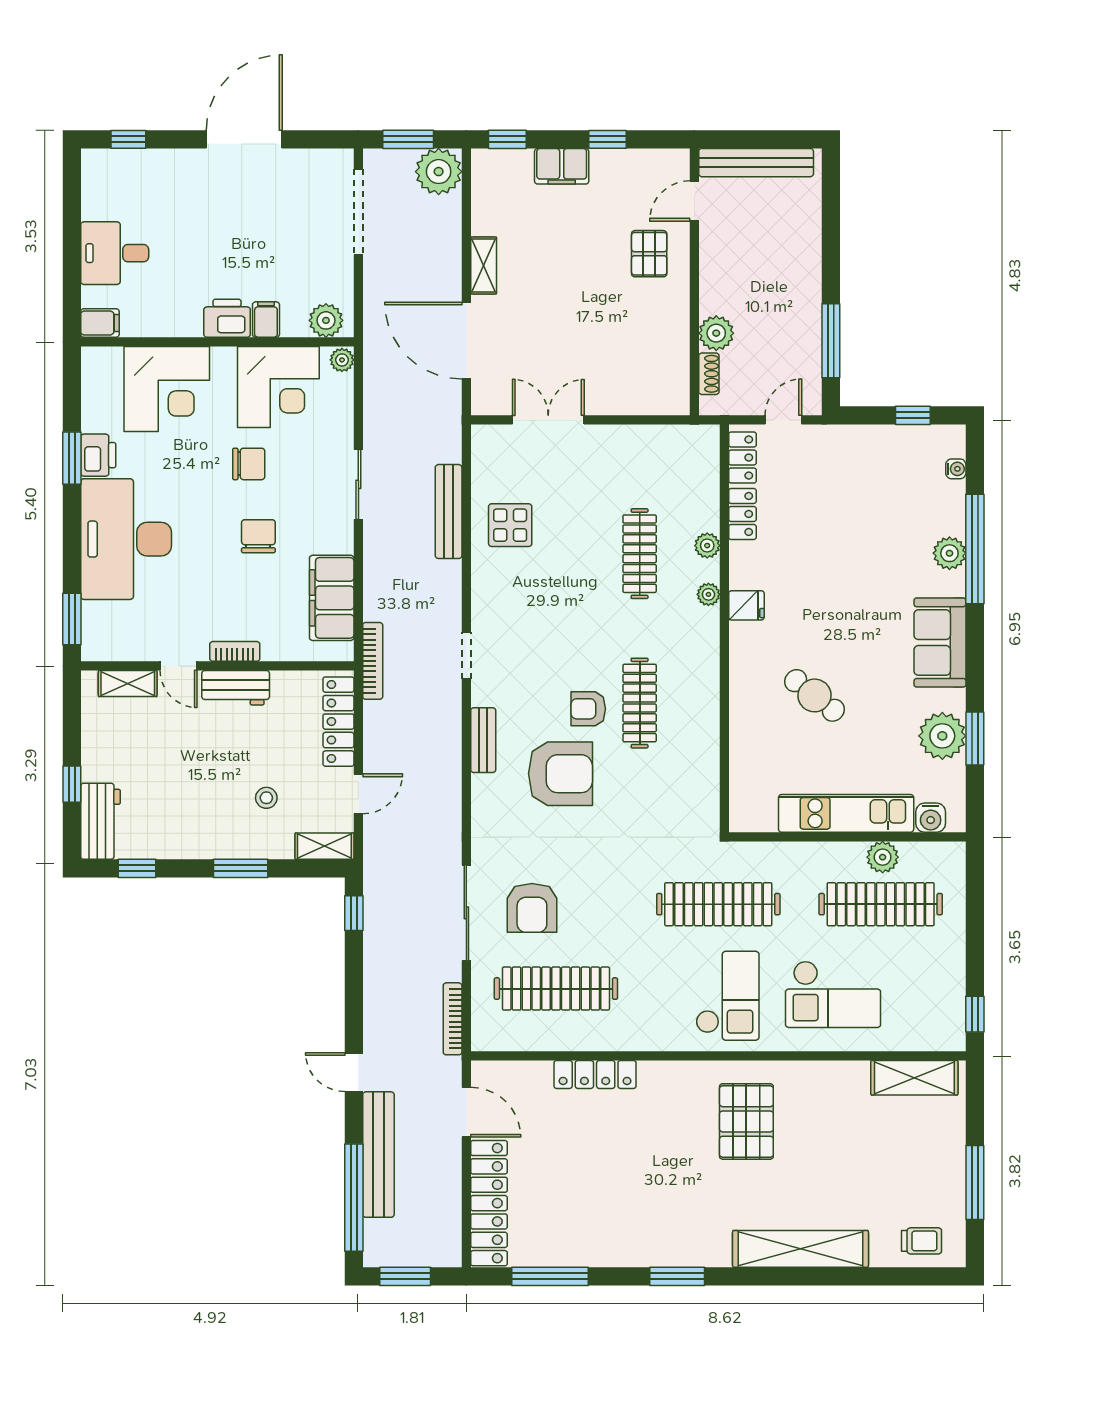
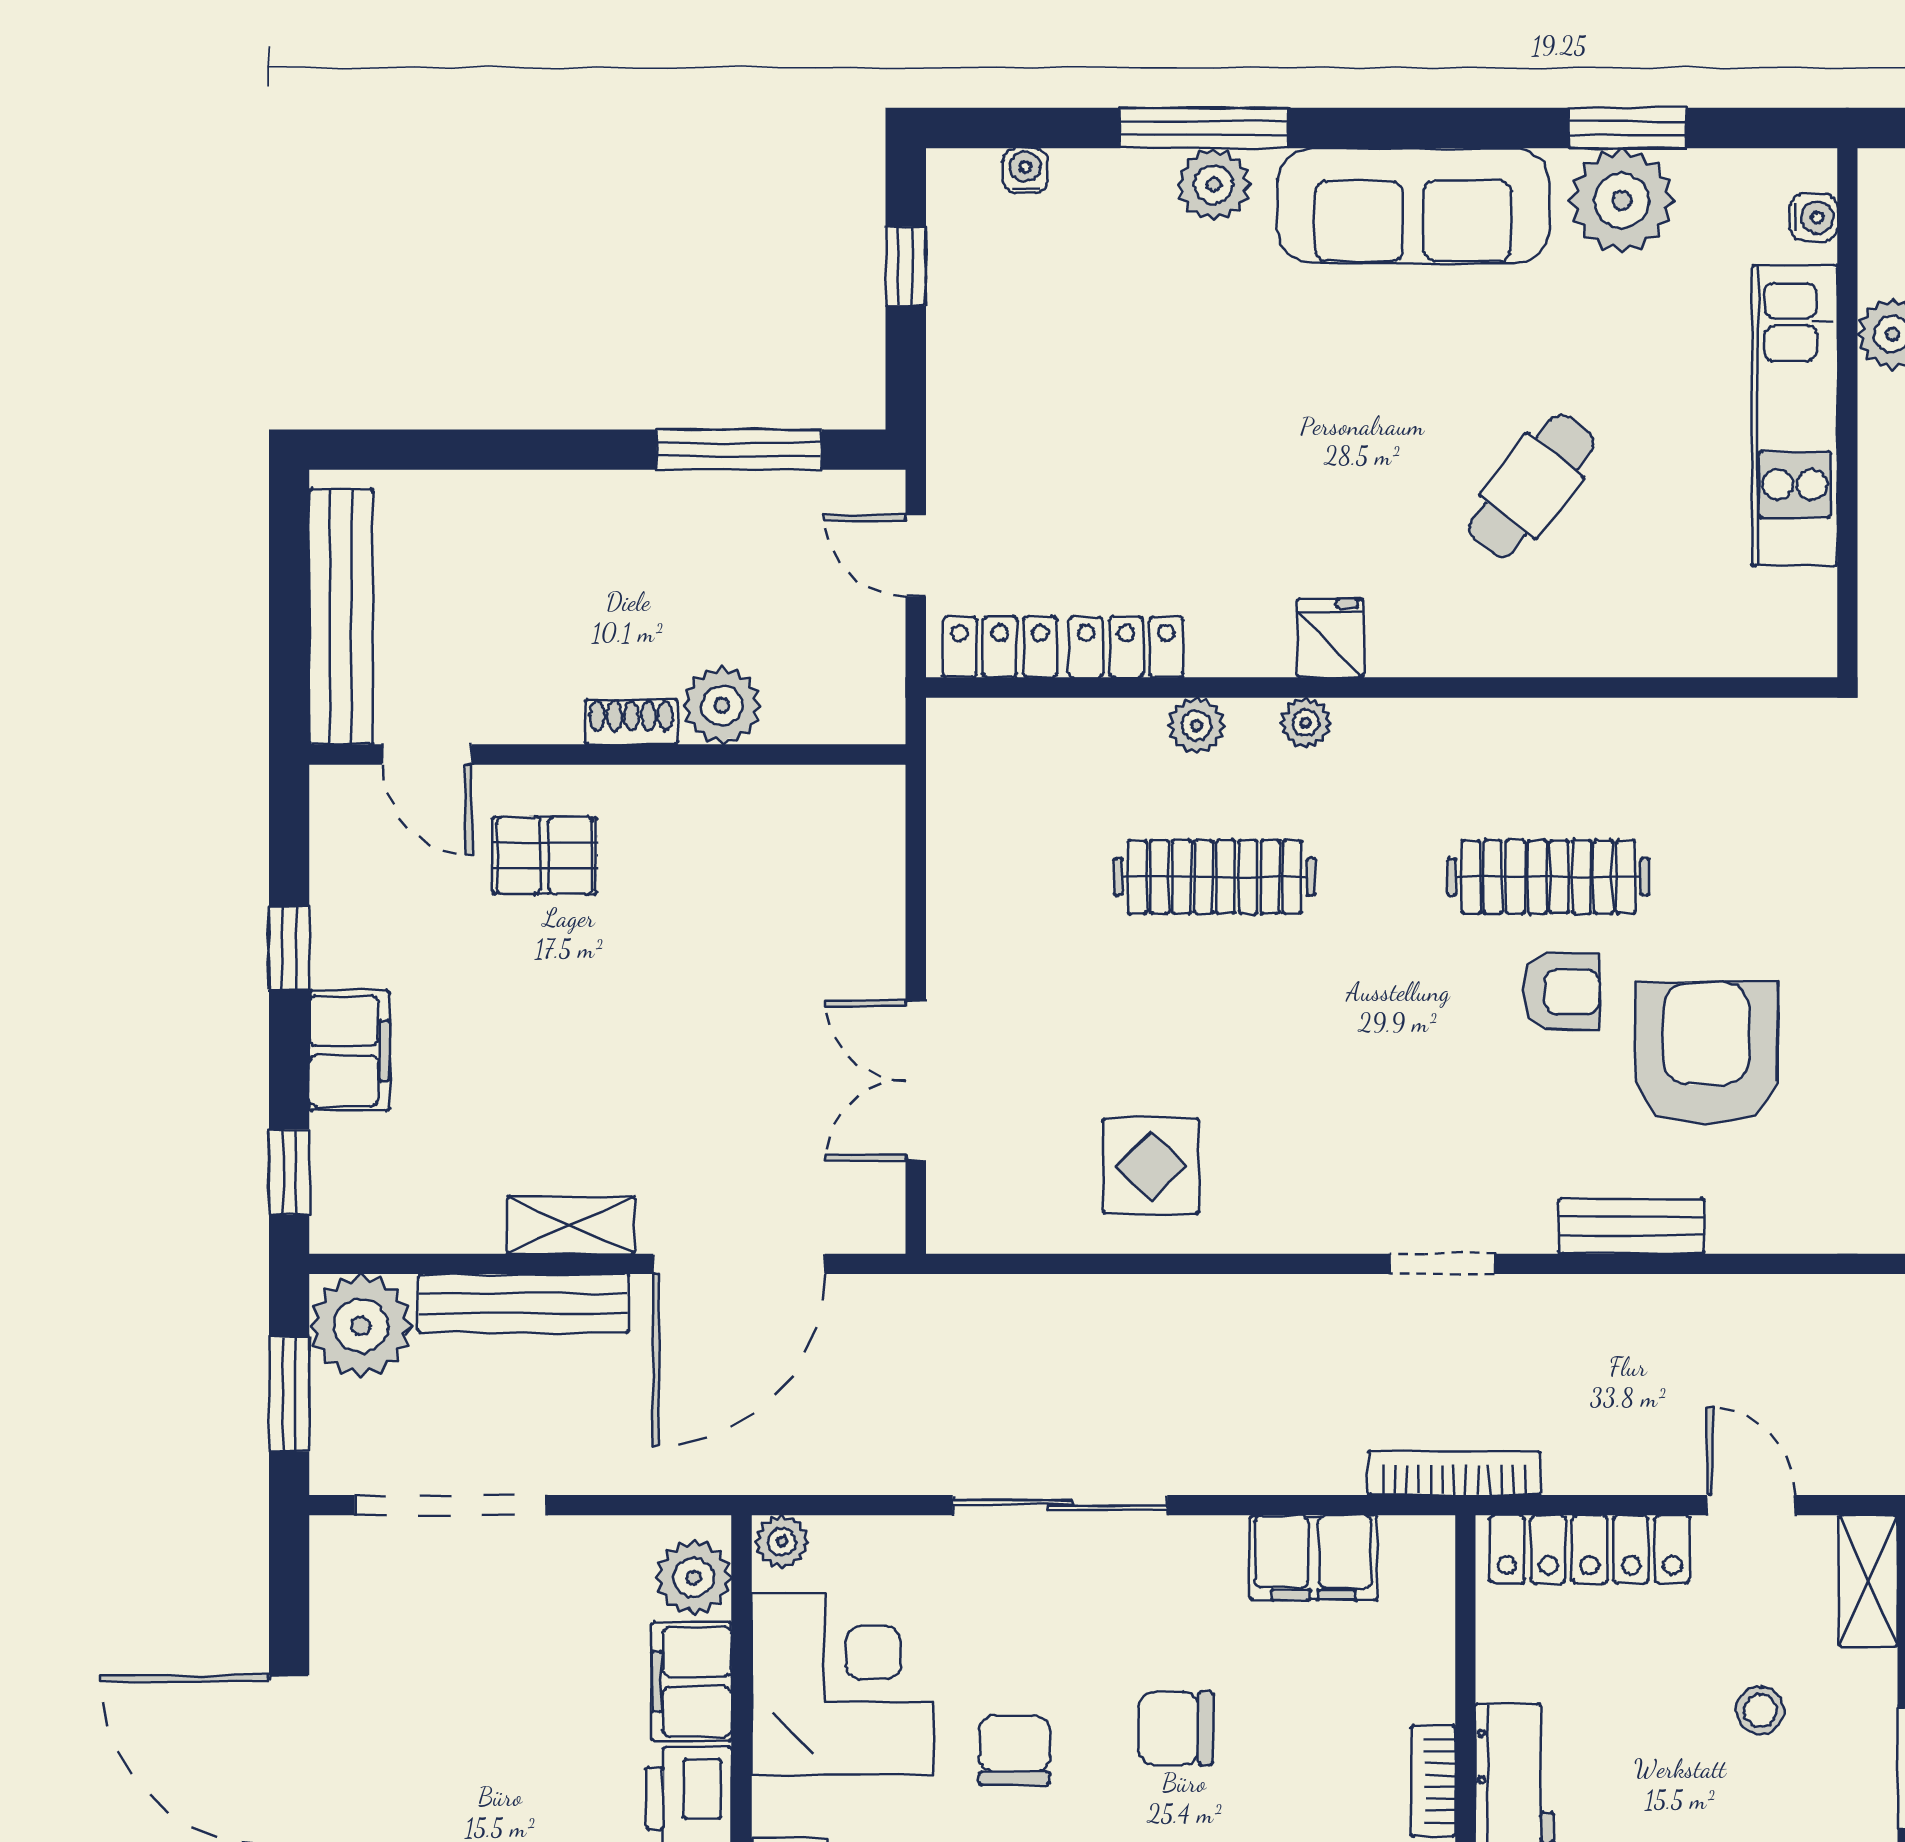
filing cabinet: (266, 320) -> (692, 1682), width x2.00
shoe rack: (709, 374) -> (631, 722), moved
sliding door: (358, 484) -> (1060, 1505), width x1.37
bench: (449, 512) -> (523, 1303), moved
window: (975, 549) -> (1204, 128), width x0.68
filing cabinet: (332, 598) -> (1313, 1558), width x0.67, depth x0.86
sofa: (940, 643) -> (1413, 206), width x1.36
armchair: (588, 709) -> (1561, 992), turned -90
water cooler: (931, 818) -> (1814, 218), width x0.72, depth x0.72

